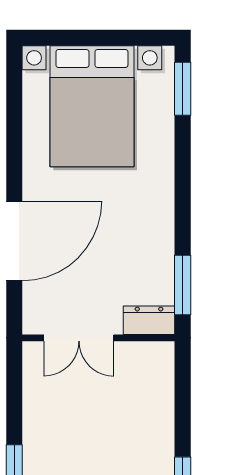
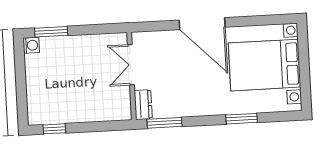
window: (183, 89) -> (241, 119), moved
door: (14, 241) -> (202, 24), moved

